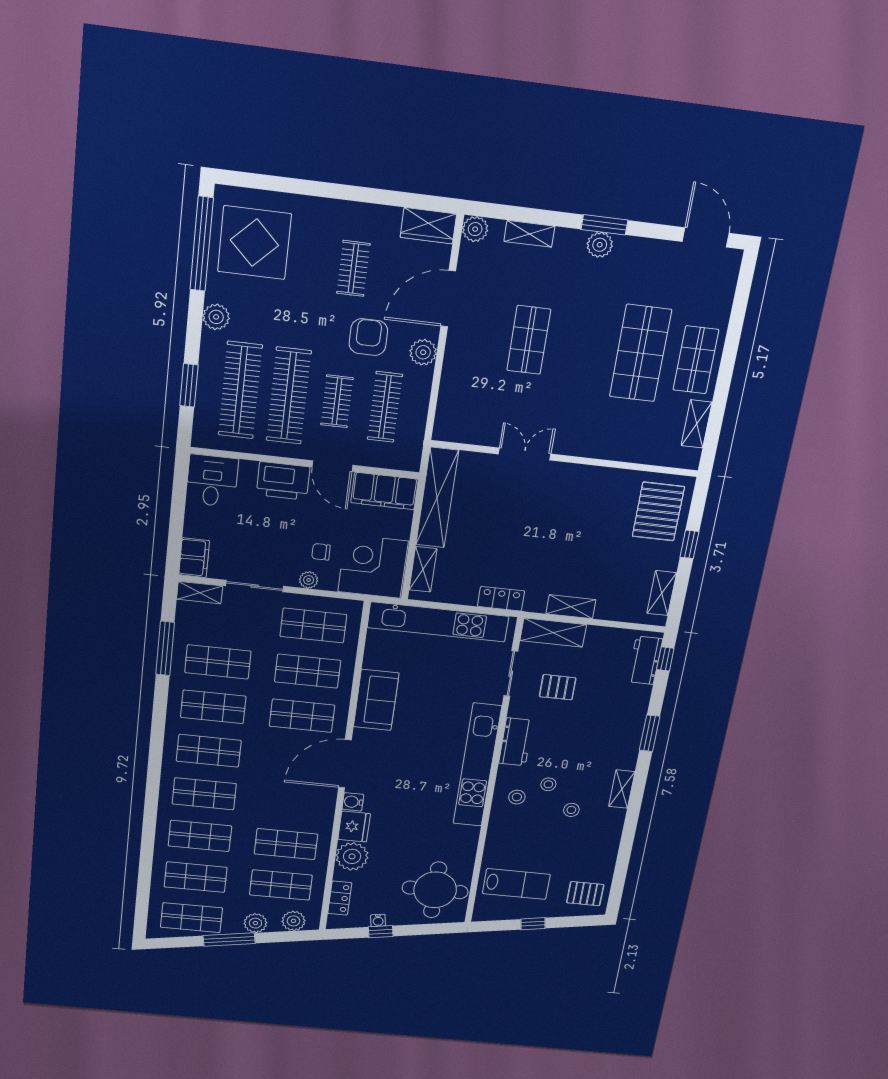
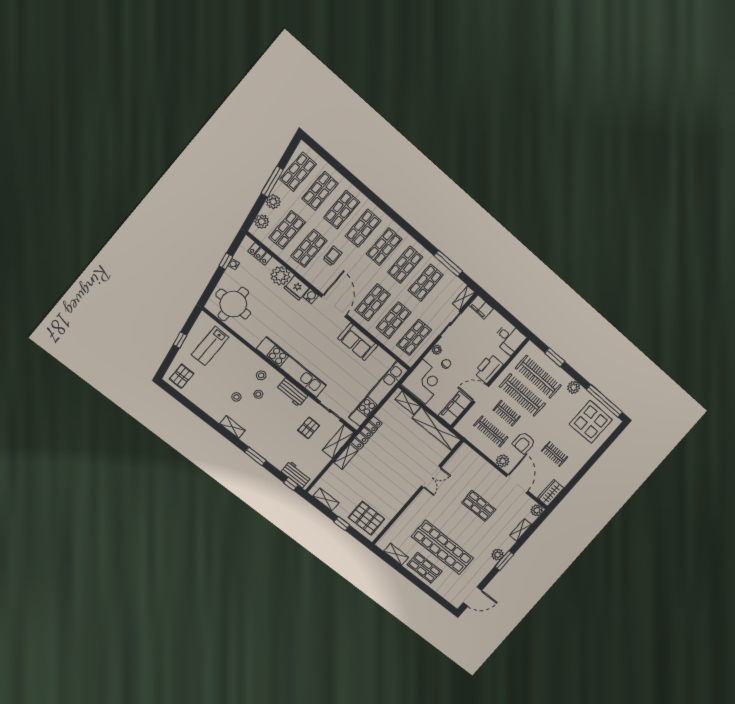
armchair: (368, 337) -> (524, 443), turned 93
shop shelf: (640, 353) -> (442, 547), width x1.40
locker: (501, 599) -> (367, 433), width x1.53
trolley: (274, 809) -> (332, 256), added

